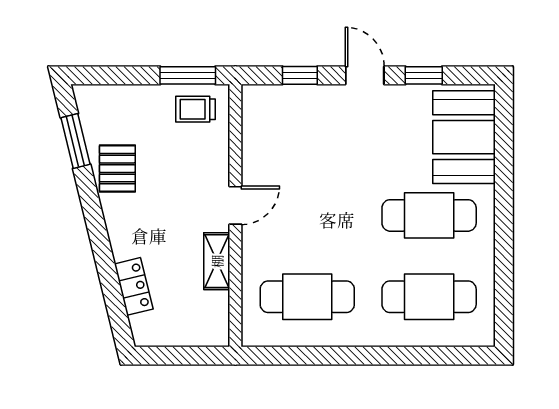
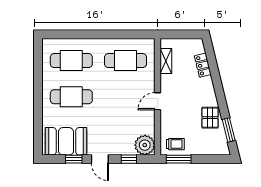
plant: (264, 107) -> (145, 145), added
booth: (464, 137) -> (66, 141), moved, turned 90
shelving: (217, 261) -> (166, 61), moved

